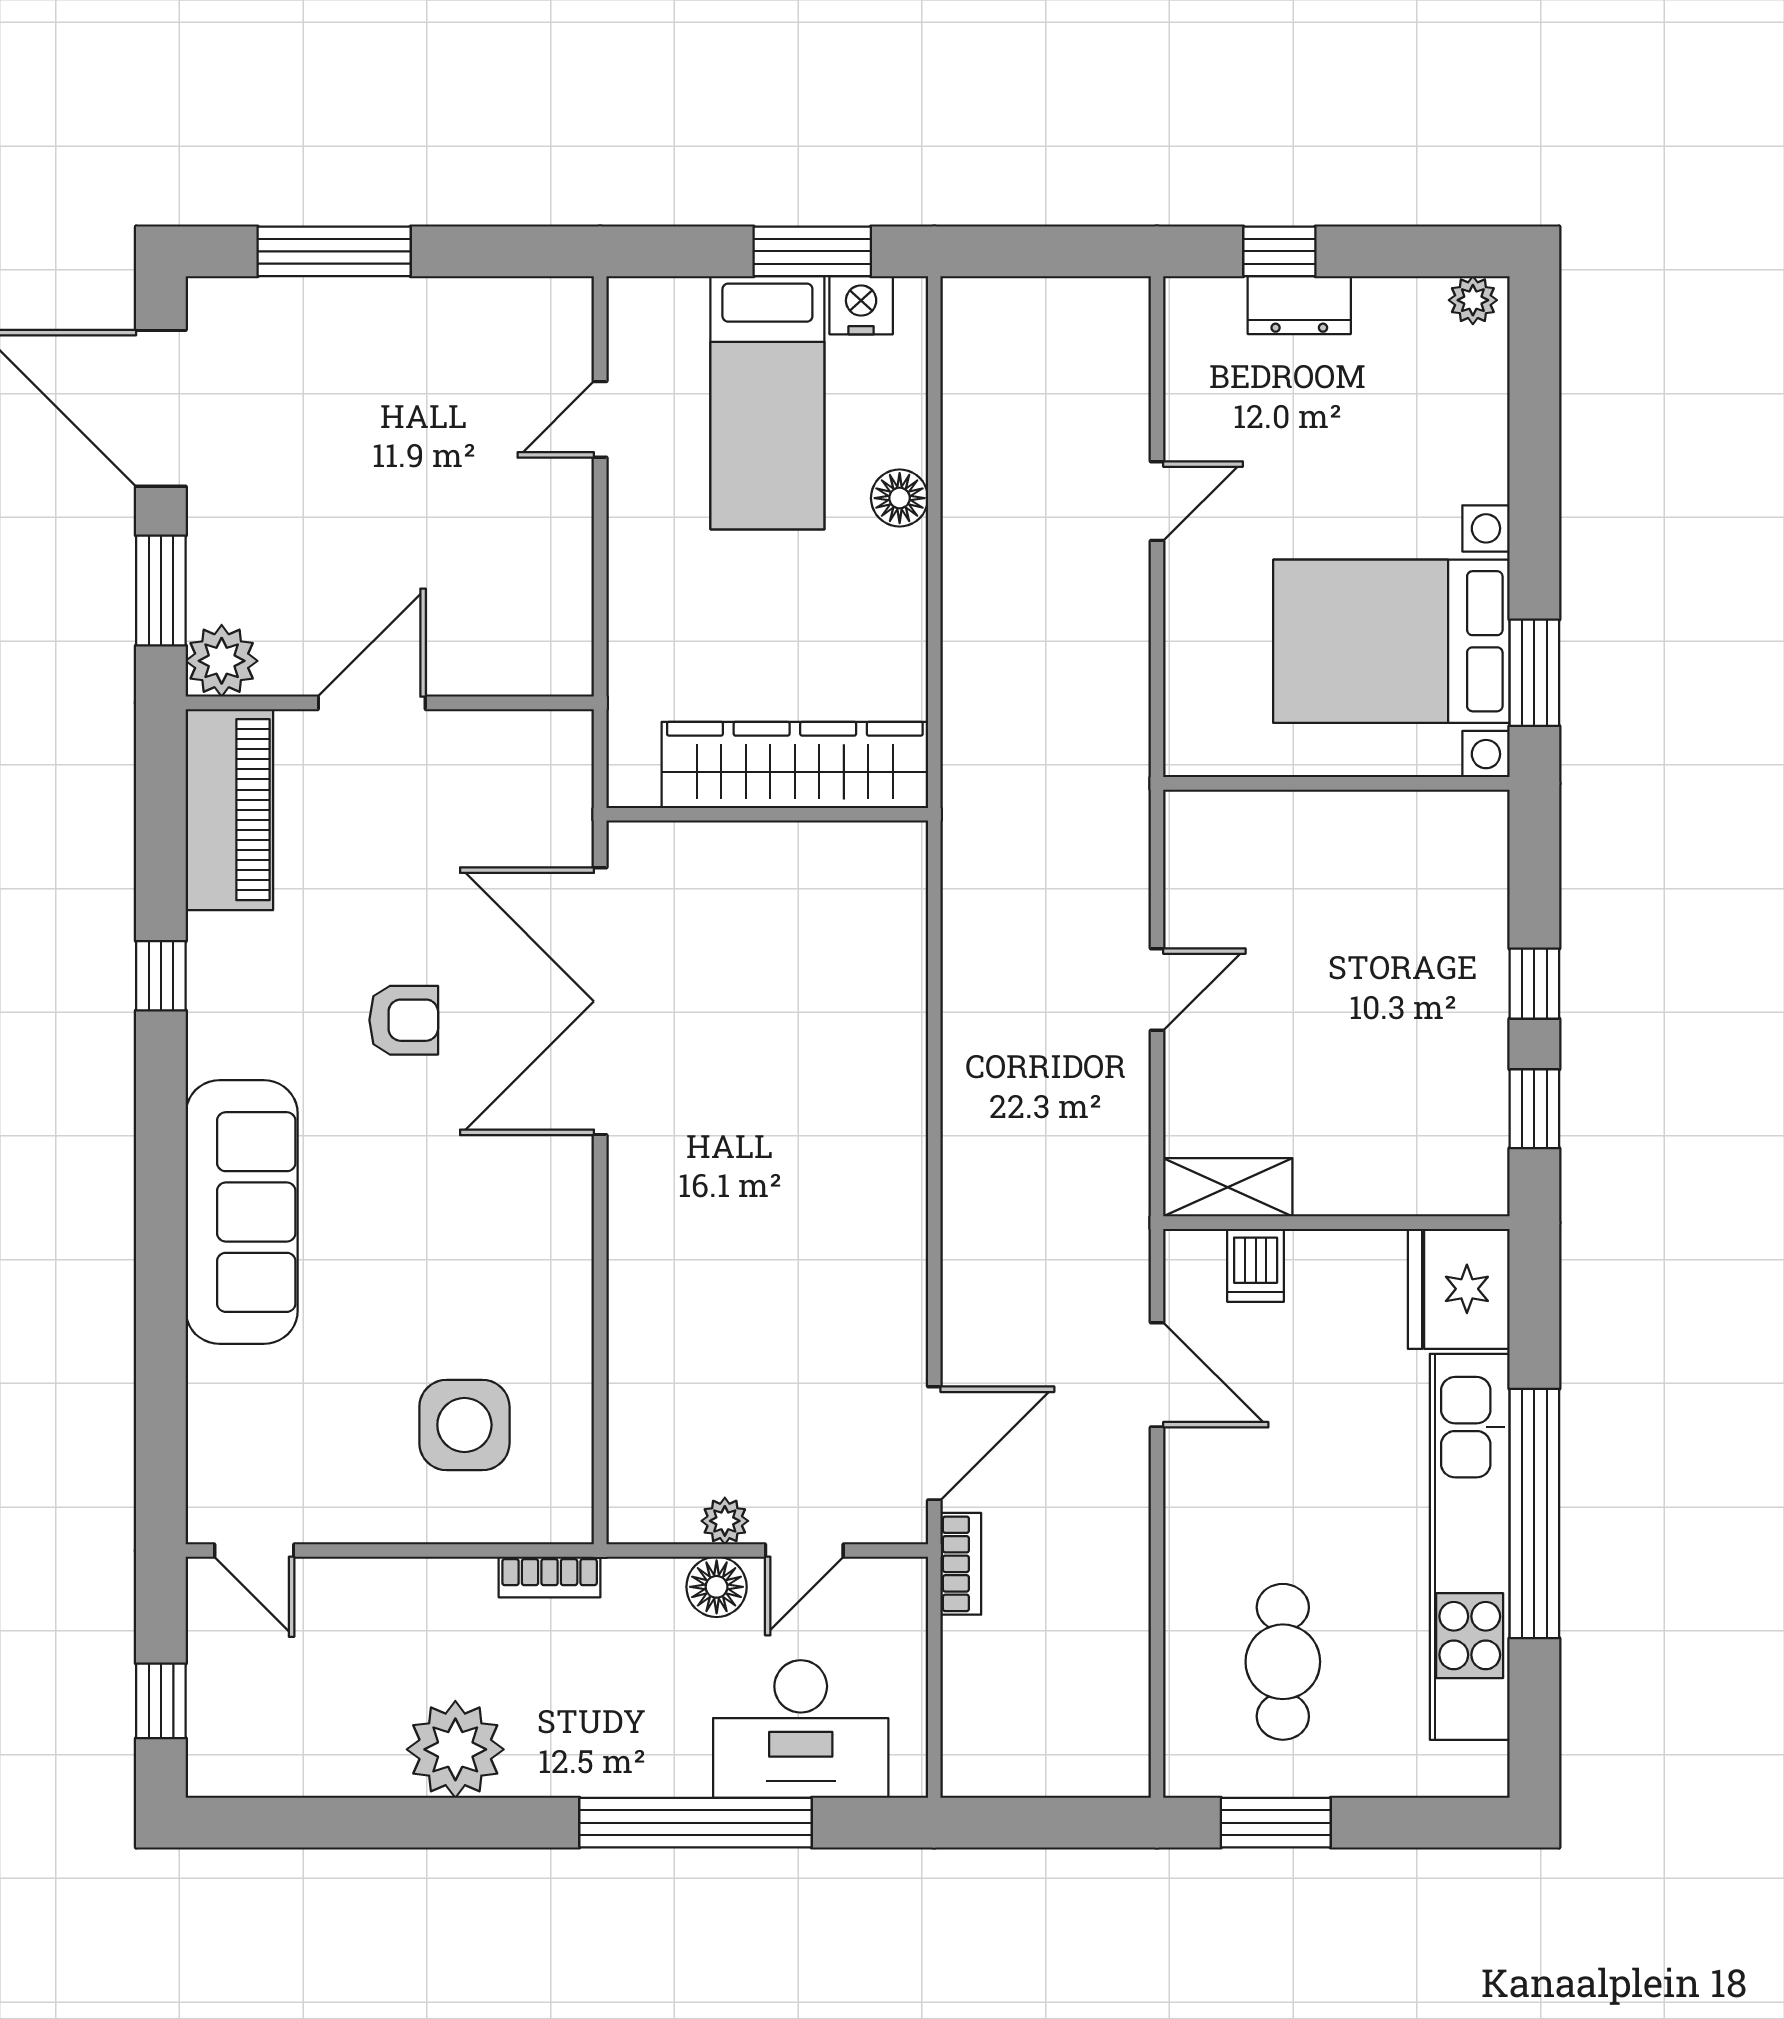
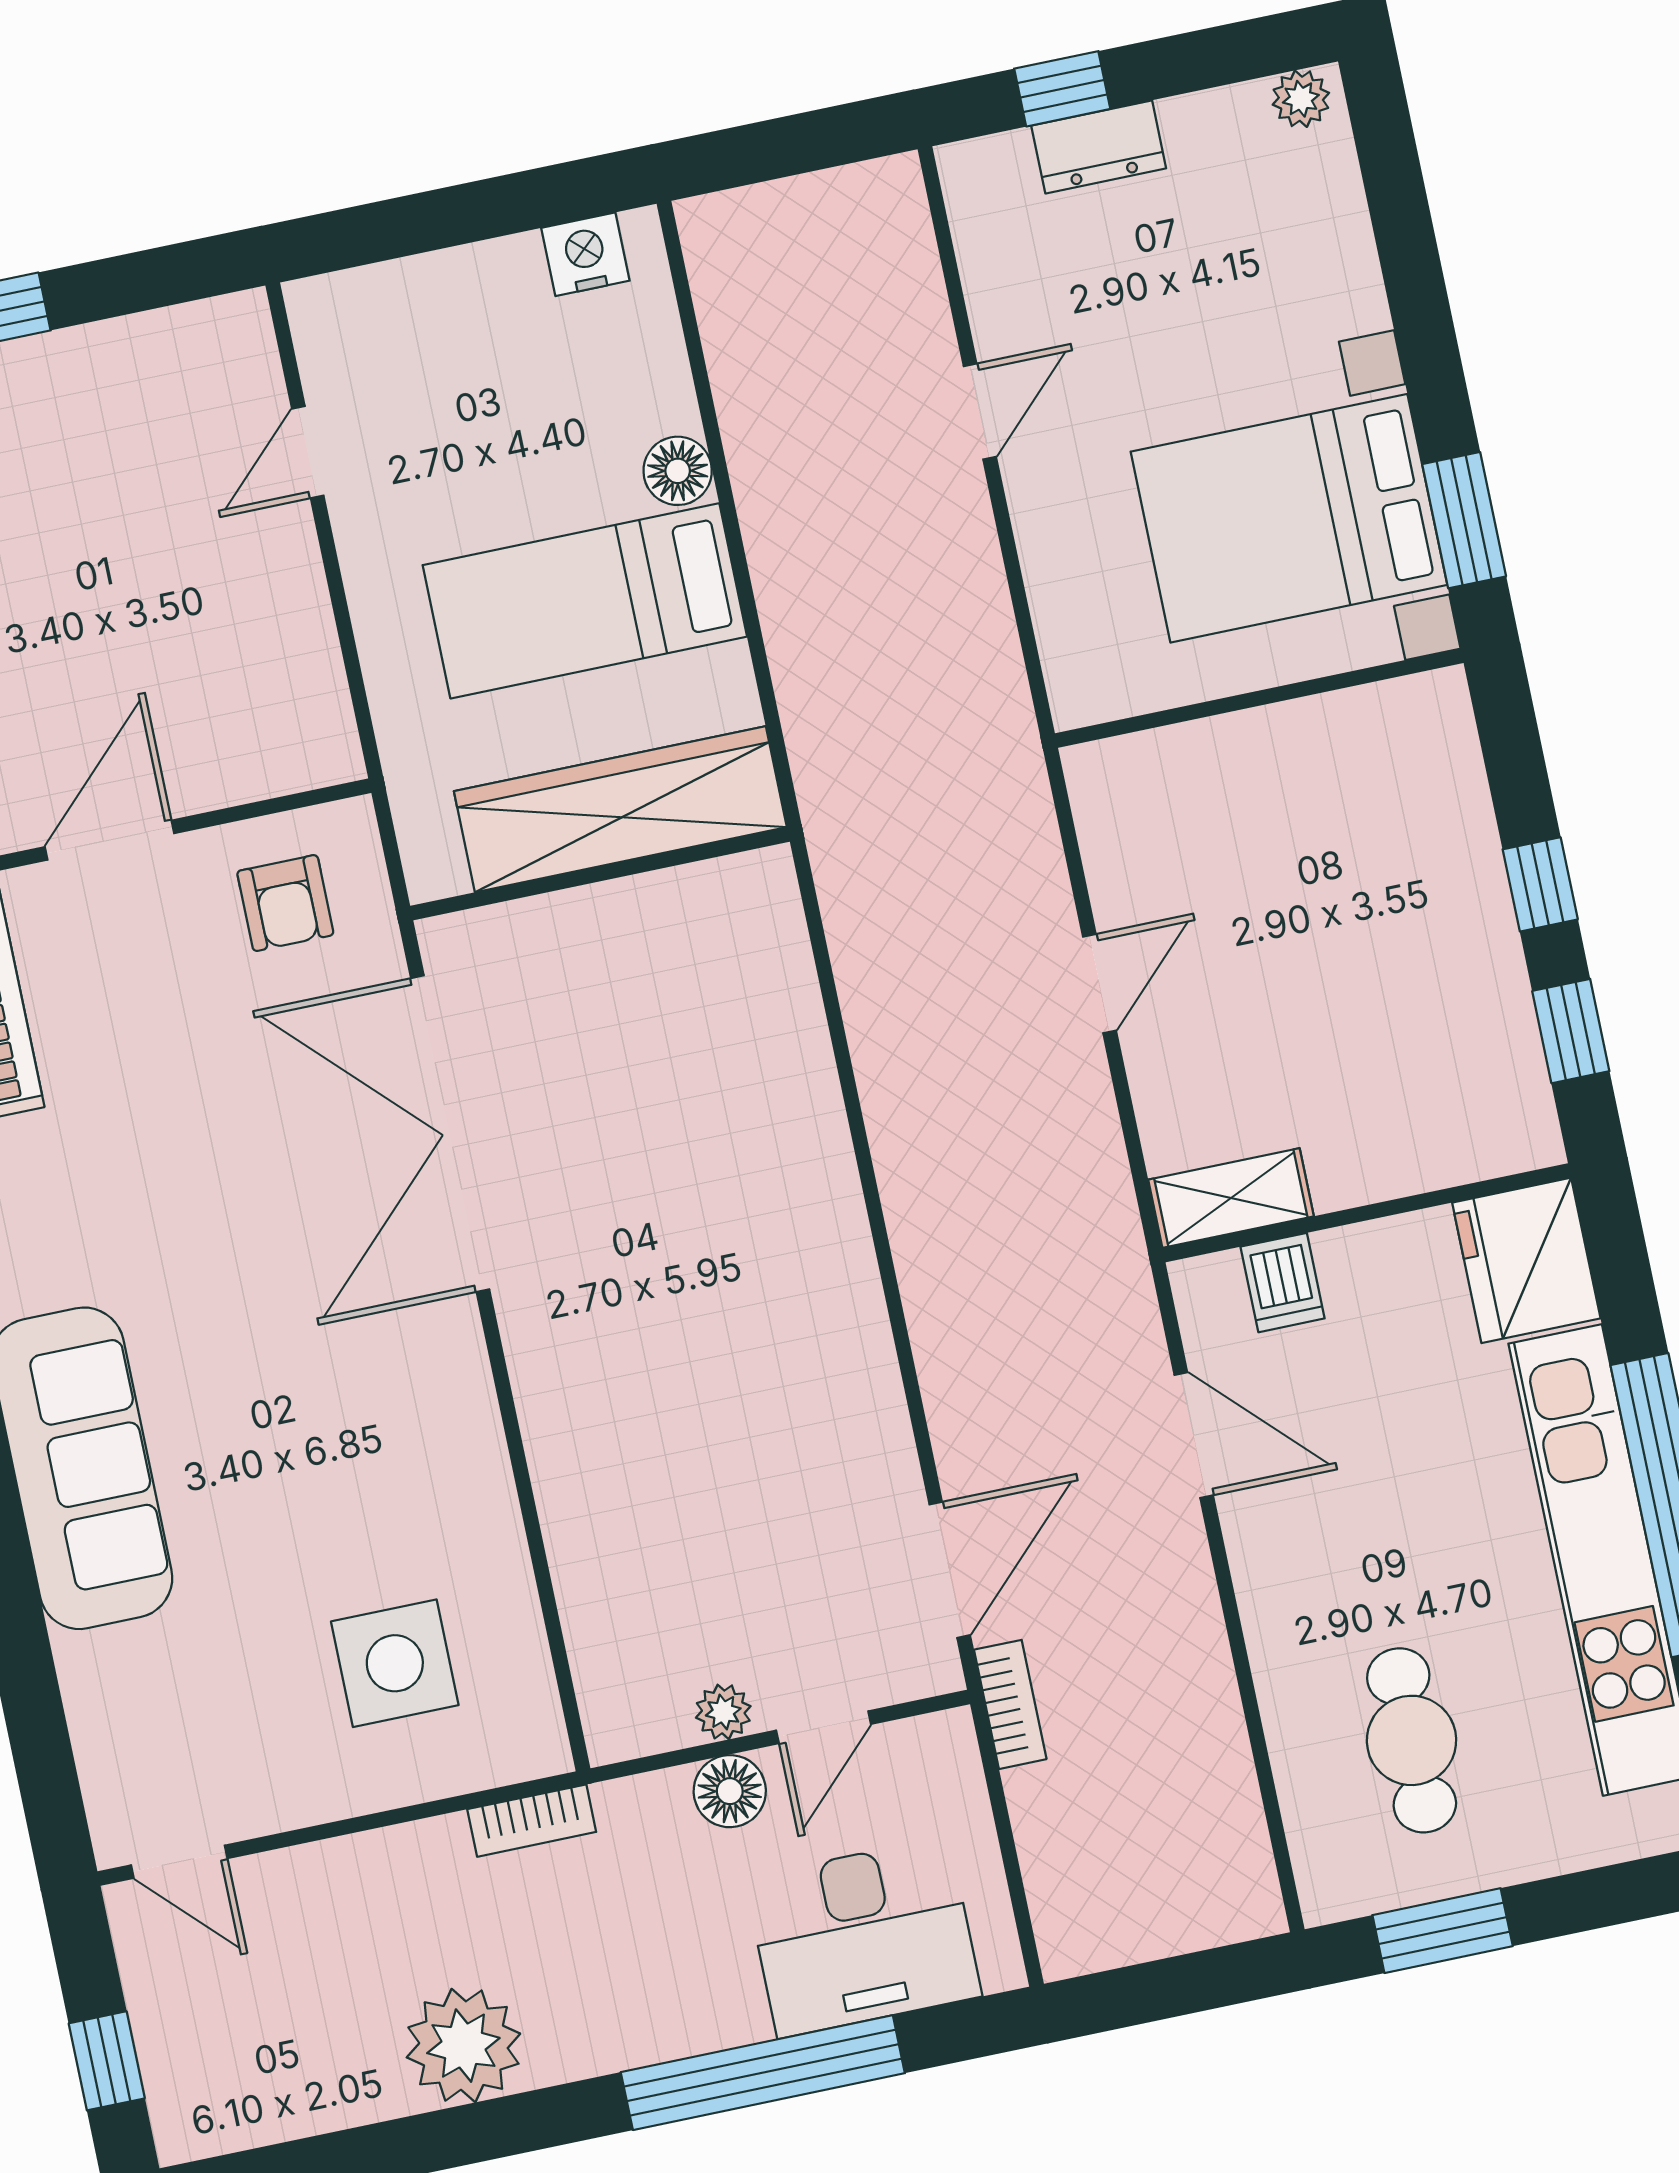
window: (812, 251) -> (515, 203), removed
bed: (767, 403) -> (585, 601), moved, turned 90
armchair: (404, 1020) -> (285, 903), moved, turned 90

